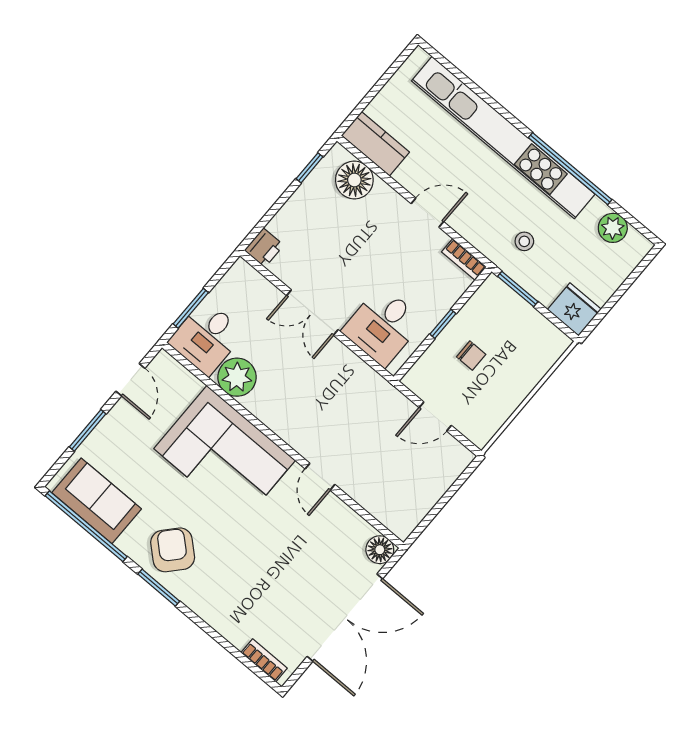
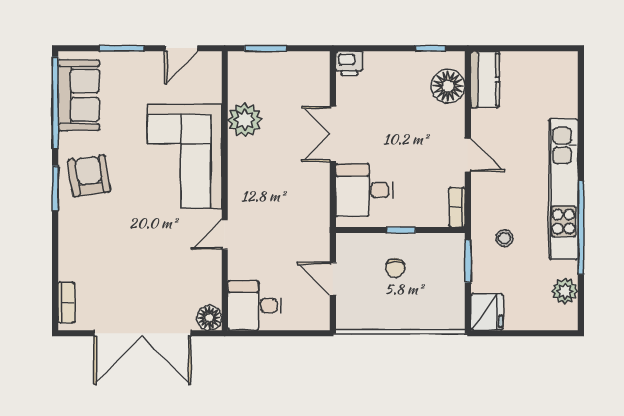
kitchen unit: (503, 137) -> (563, 189), width x0.73
desk: (207, 337) -> (254, 306), moved
armchair: (173, 550) -> (89, 176), turned -50

